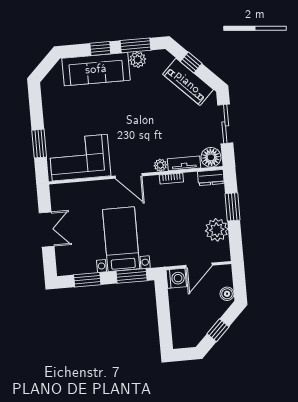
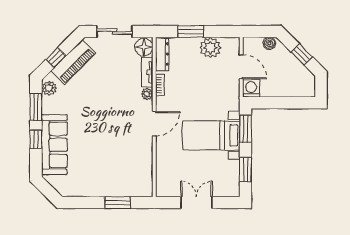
plant: (138, 60) -> (49, 88), moved
corner sofa: (80, 158) -> (134, 167), removed
dresser: (211, 178) -> (162, 54), width x1.44

